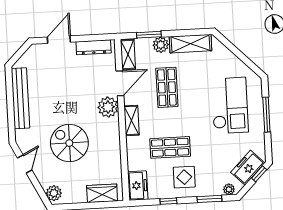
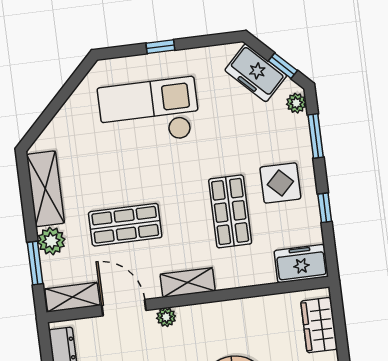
plant: (108, 107) -> (166, 317), width x0.53, depth x0.53
window: (266, 115) -> (160, 47), width x0.46
window: (259, 174) -> (283, 66), moved

